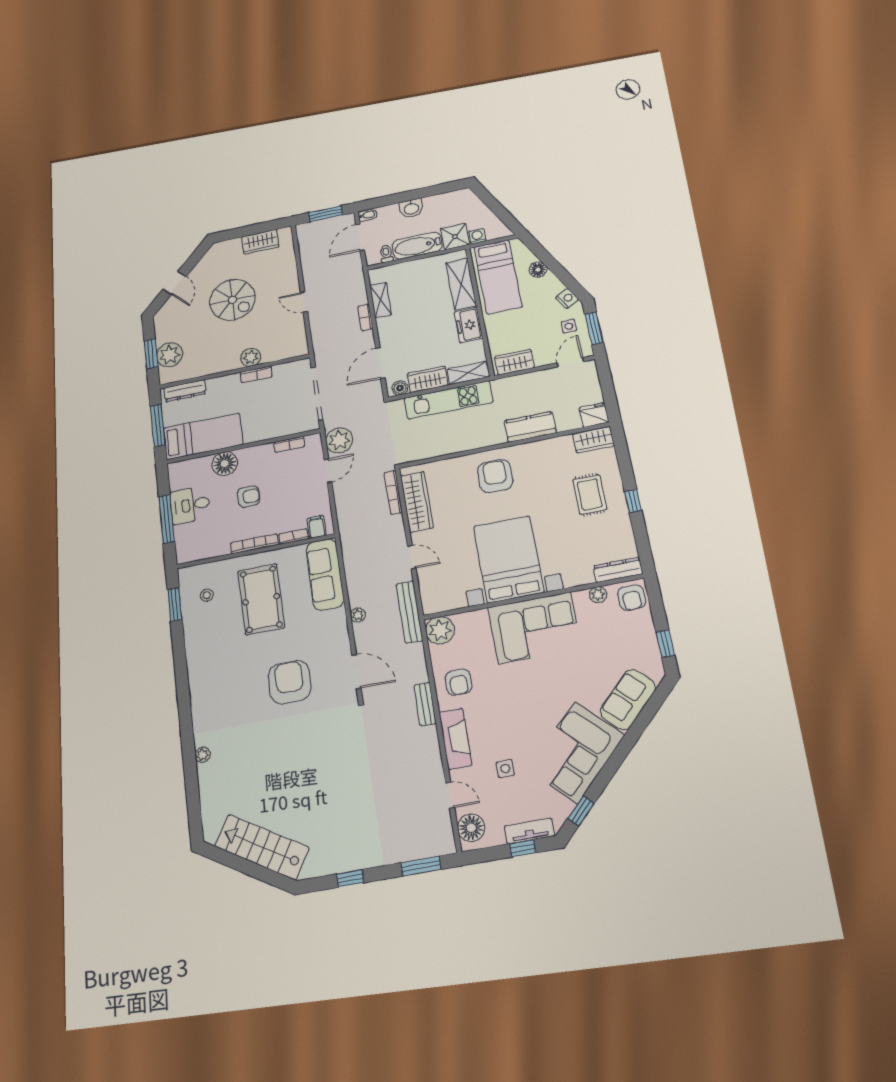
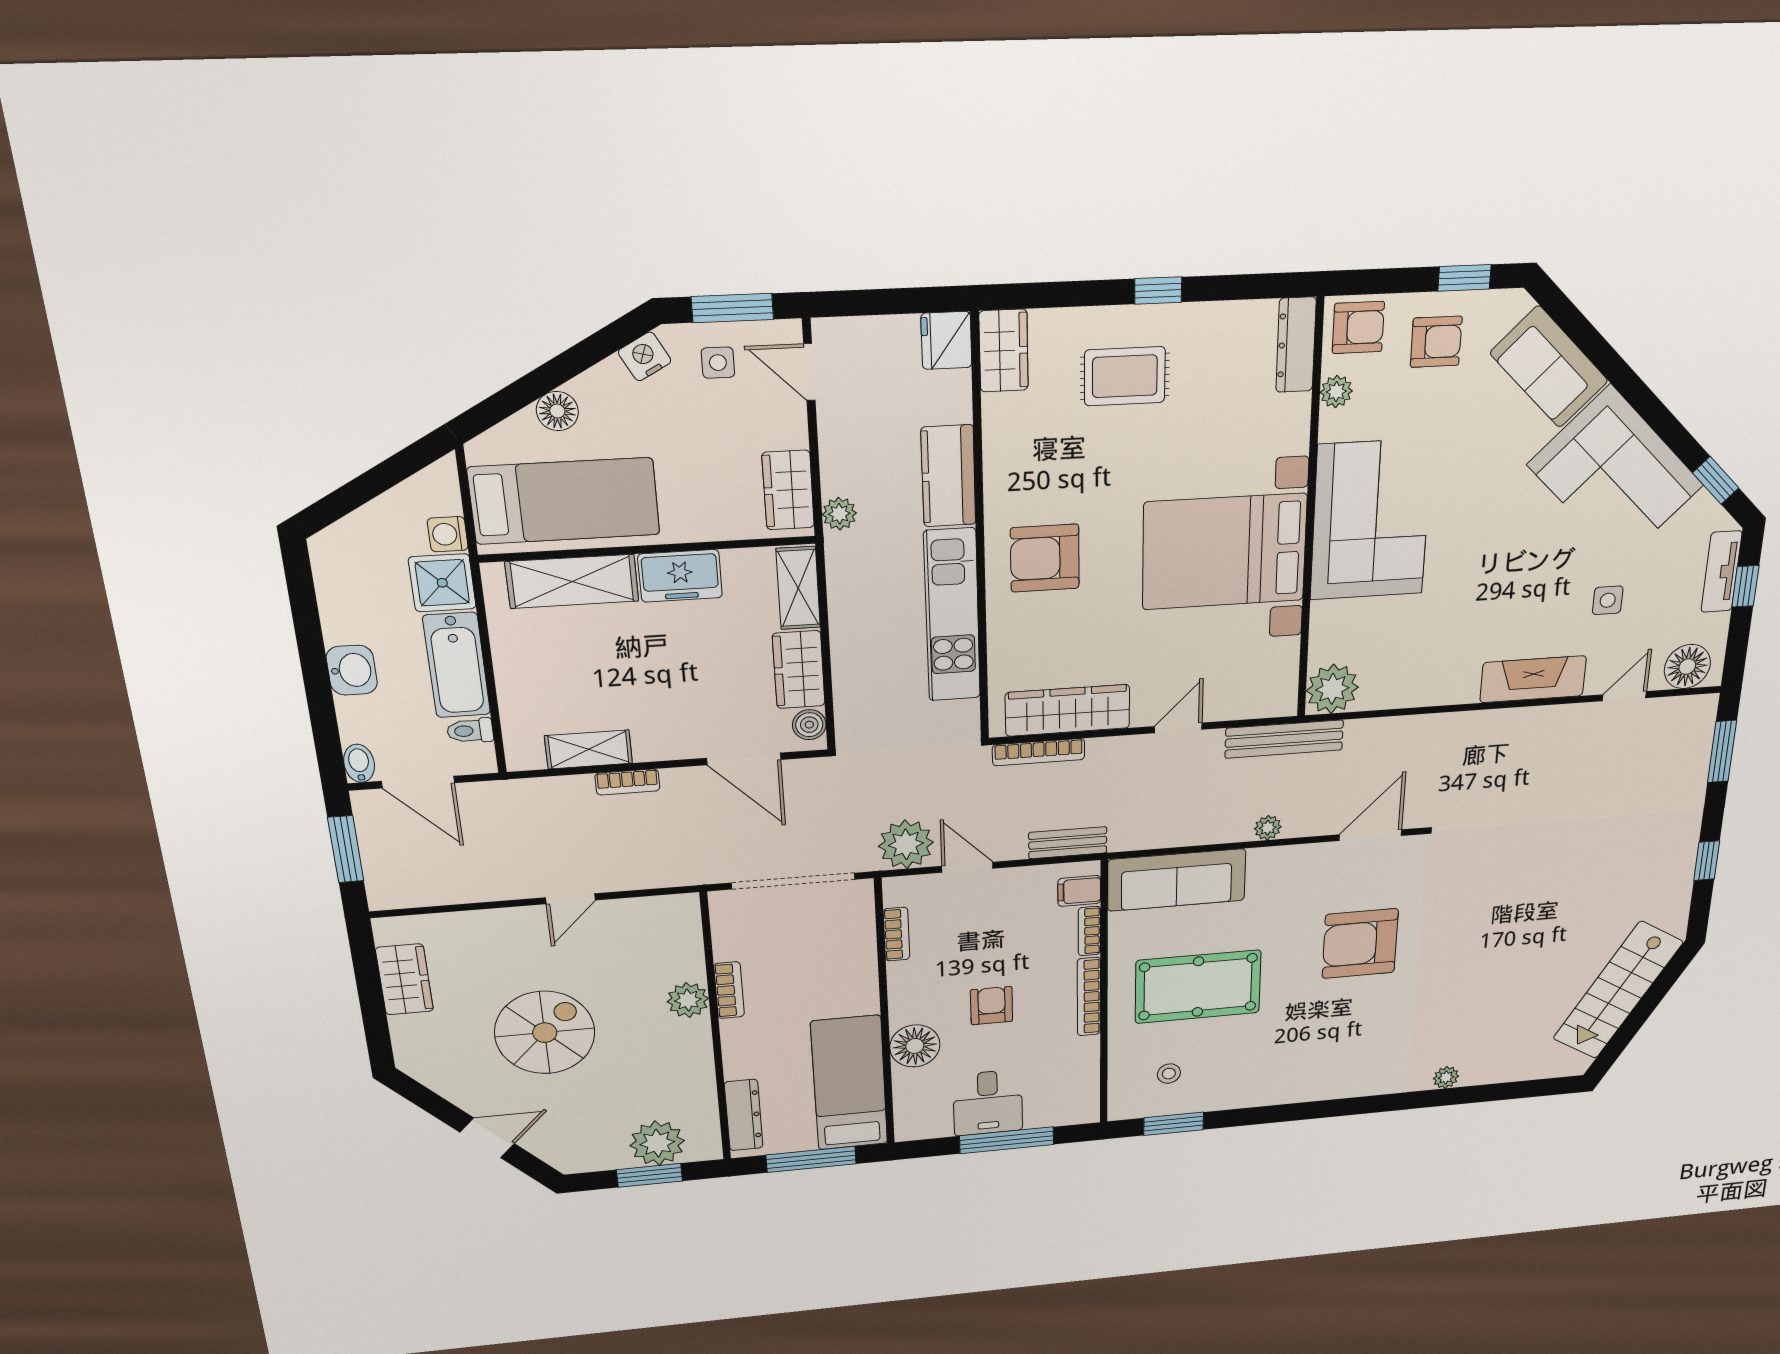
plant: (506, 384) -> (839, 514), added
kitchen unit: (449, 400) -> (952, 615), moved, turned 180
armchair: (459, 682) -> (1436, 342), moved
bench: (425, 704) -> (1068, 843), moved

